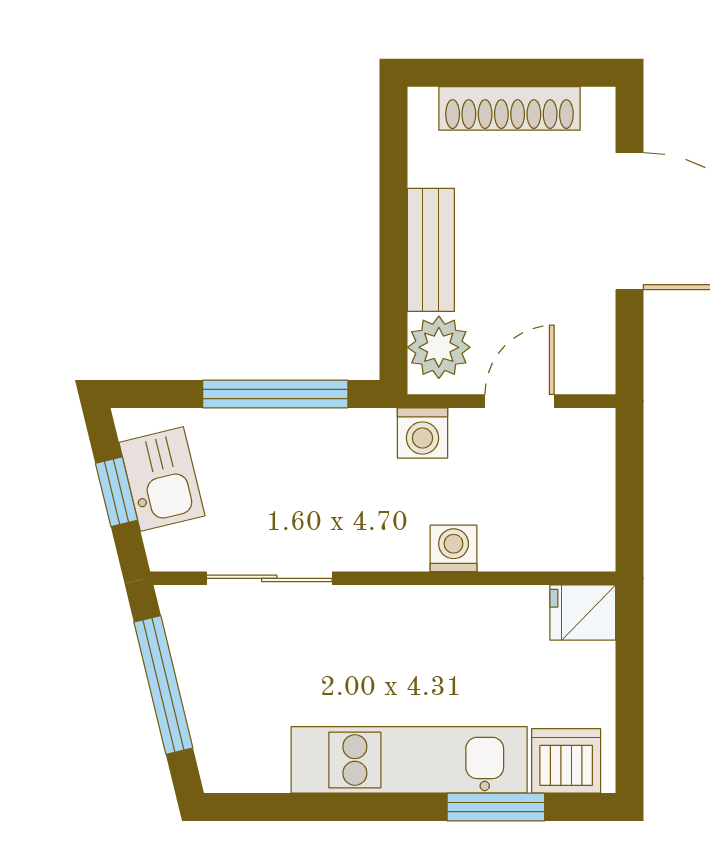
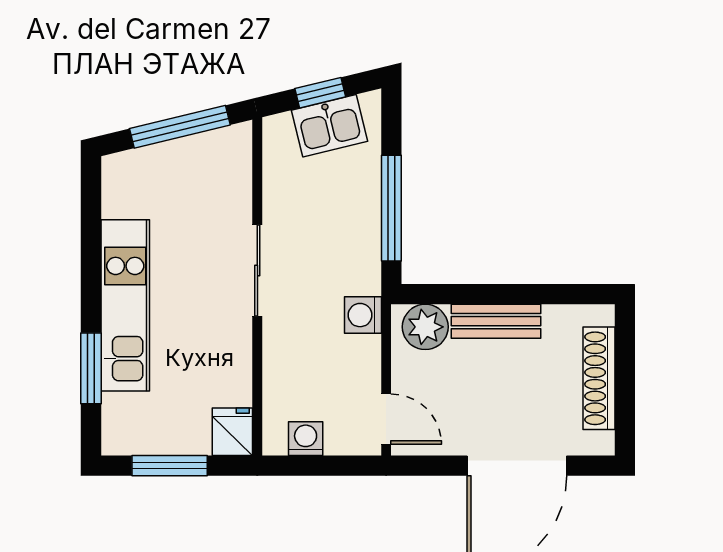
door: (520, 401) -> (386, 419), moved
washing machine: (454, 548) -> (306, 439), moved, turned -90
sliding door: (269, 578) -> (257, 271), moved
window: (630, 699) -> (170, 466), added
dishwasher: (566, 761) -> (125, 419), removed

